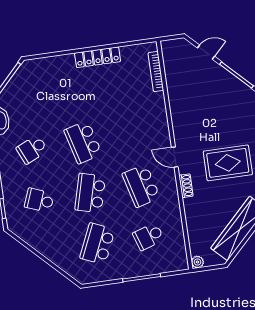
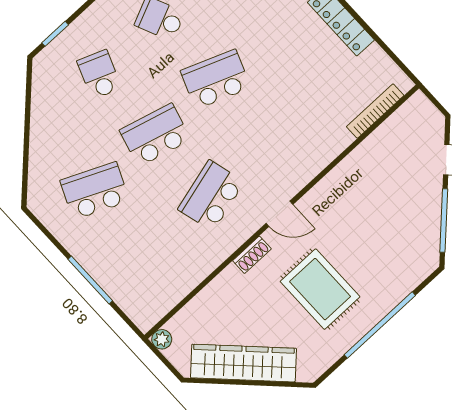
school desk: (83, 142) -> (216, 79), turned 36
door: (175, 157) -> (279, 214), swing flipped
school desk: (148, 237) -> (151, 251), removed

